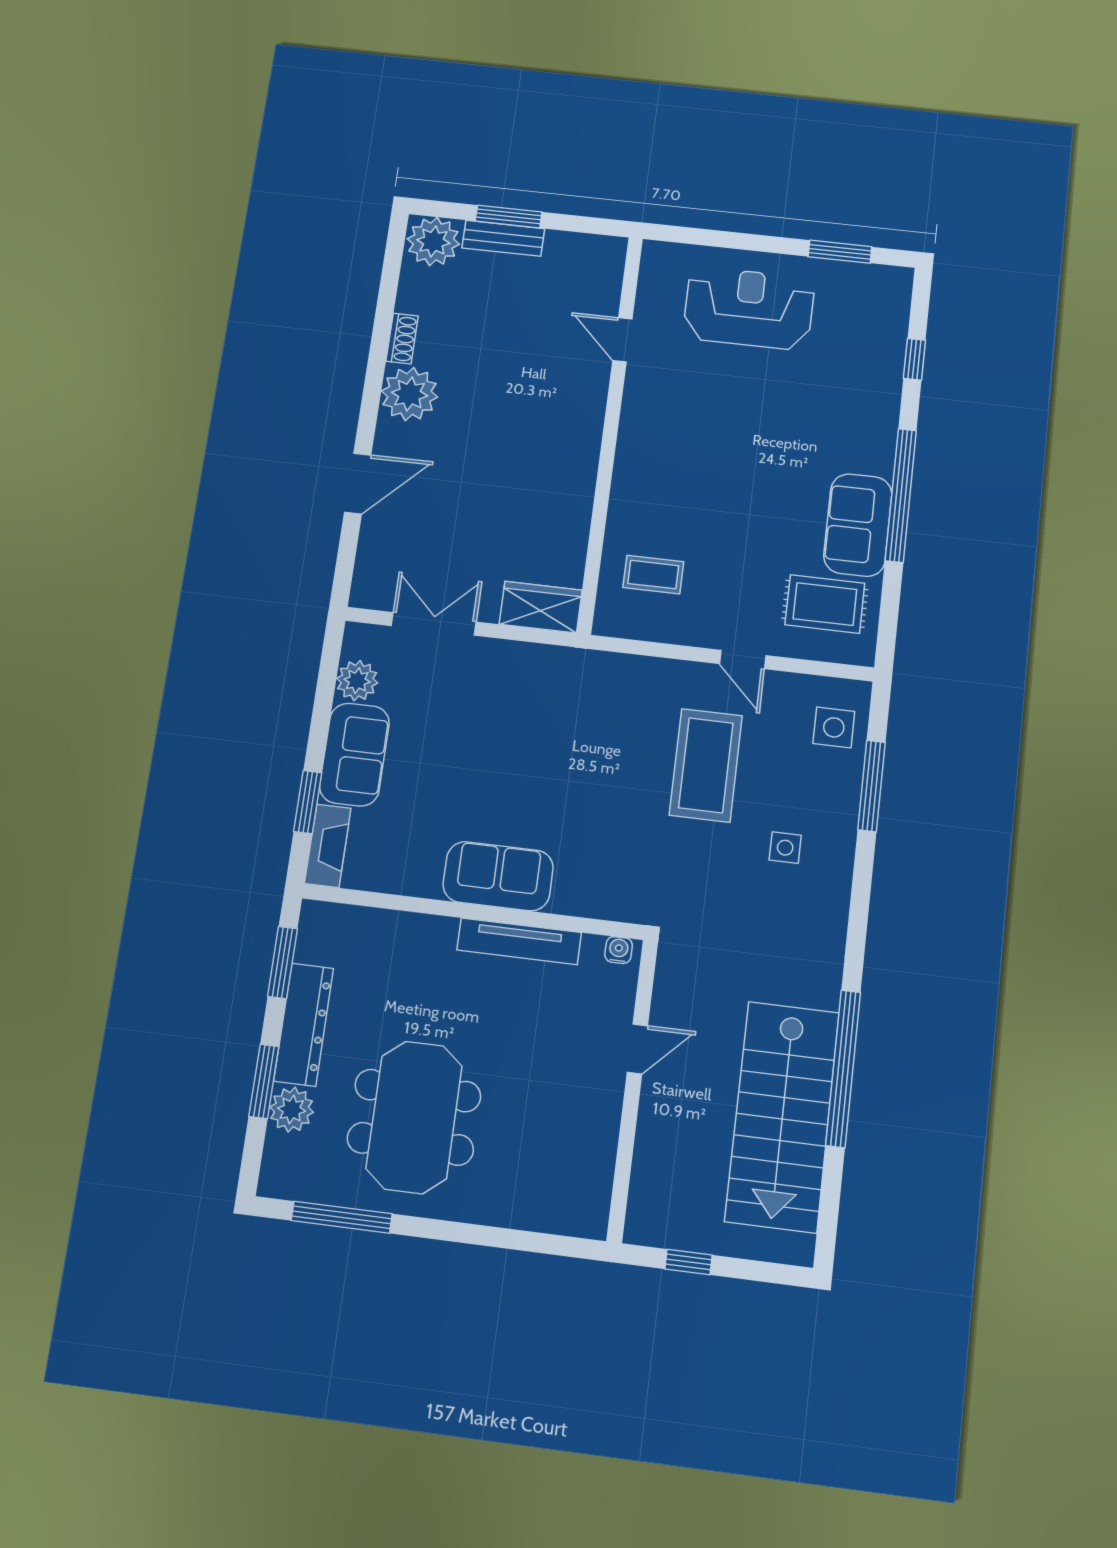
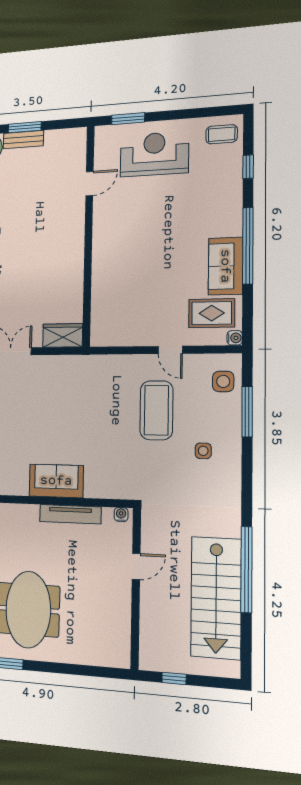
window: (840, 252) -> (128, 119), moved
door: (622, 340) -> (90, 184), swing flipped
coffee table: (653, 575) -> (222, 134), moved
water cooler: (862, 653) -> (235, 338), added

